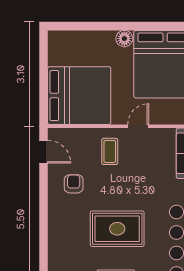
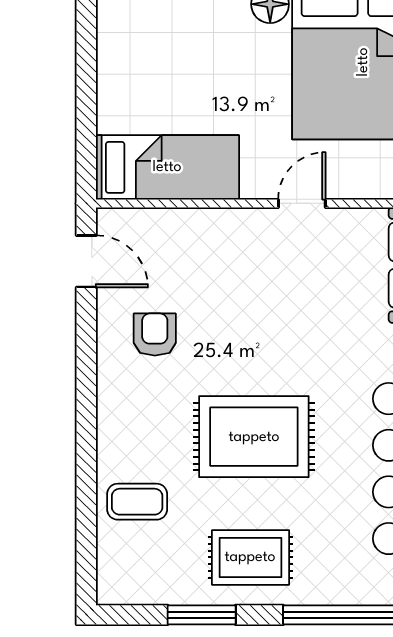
bed: (79, 96) -> (167, 167), width x0.49
coffee table: (110, 151) -> (137, 502), moved, turned 90

